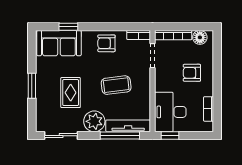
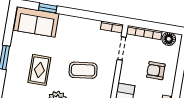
armchair: (106, 43) -> (81, 30), removed

